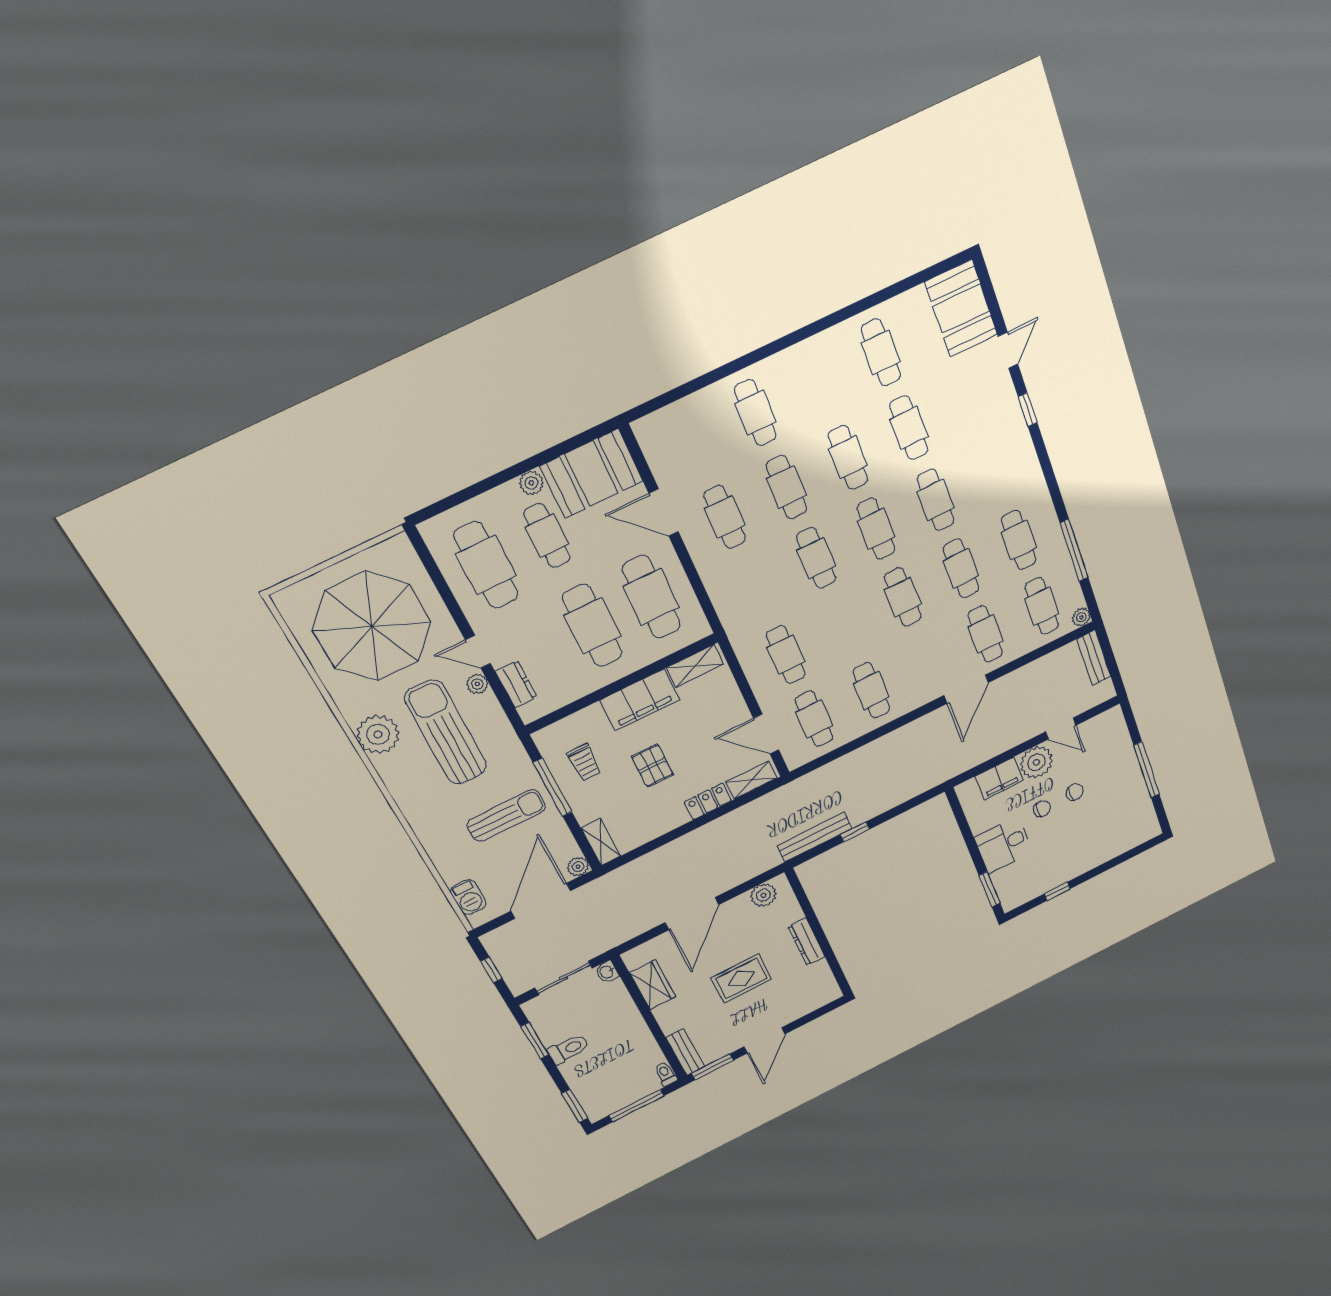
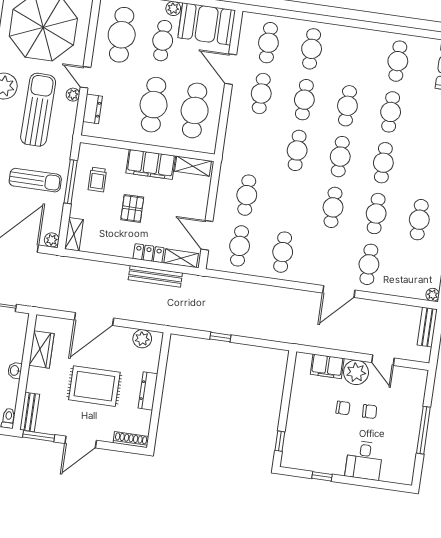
cafe table: (1042, 606) -> (268, 43), moved
bench: (815, 837) -> (155, 276), moved
desk: (1004, 845) -> (364, 460), moved, turned -90
window: (990, 889) -> (280, 441), width x0.67
washbasin: (607, 972) -> (15, 371), moved
rug: (741, 978) -> (94, 386), width x1.36, depth x1.43
shoe rack: (820, 1000) -> (131, 440), added

